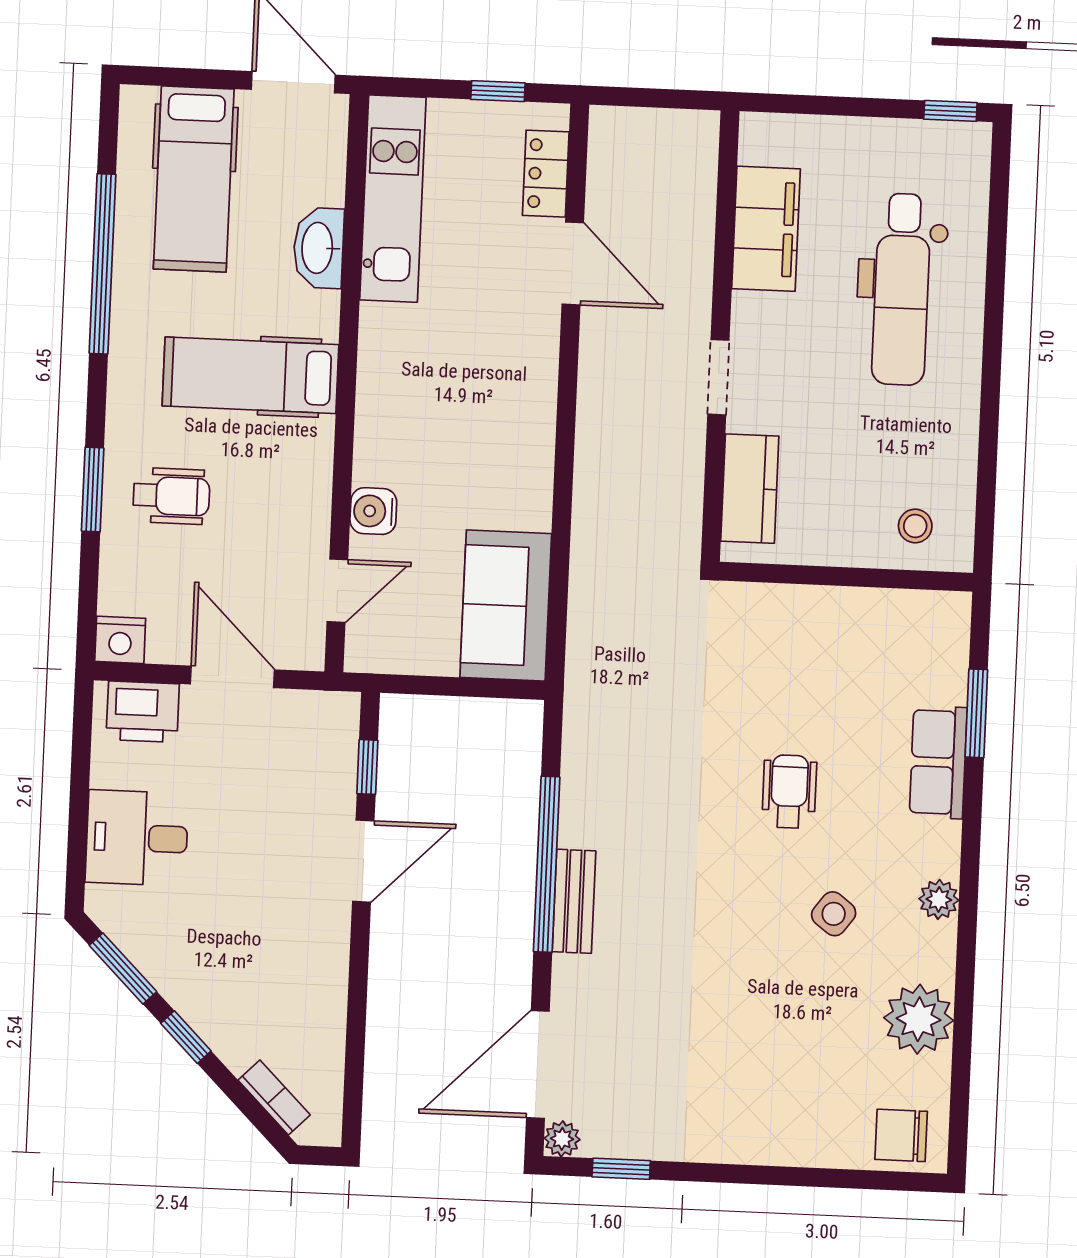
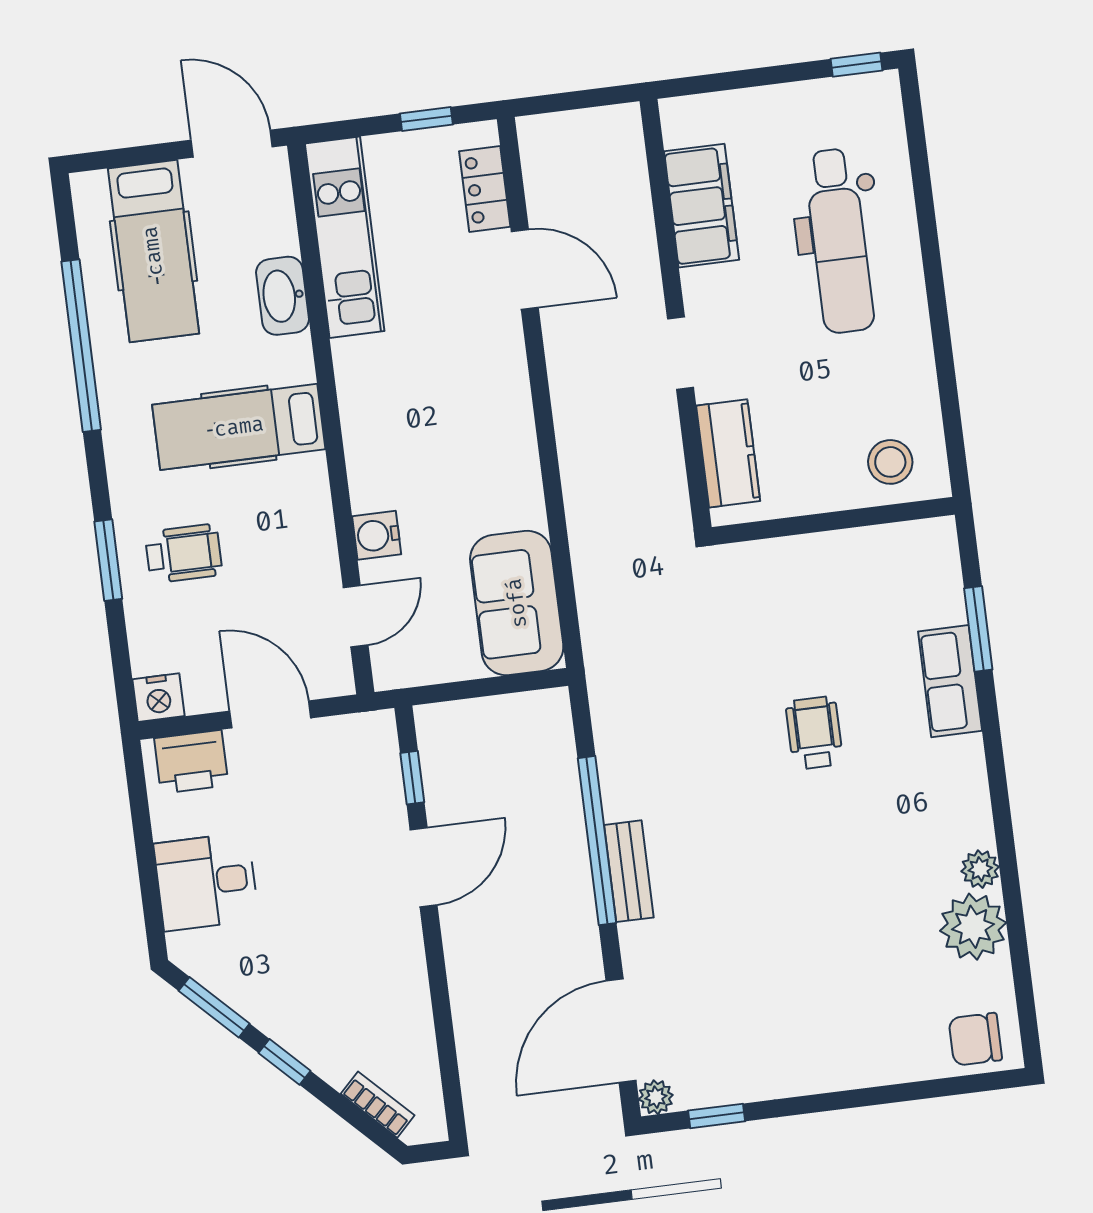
stool: (915, 526) -> (890, 462), width x1.37, depth x1.37
plant: (939, 899) -> (980, 869), moved
side table: (834, 914) -> (876, 841), removed

